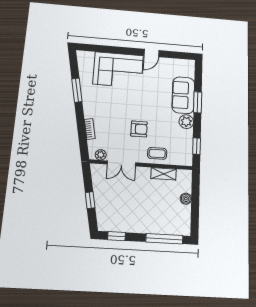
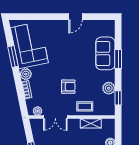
corner sofa: (118, 70) -> (29, 45), moved, turned -102
plant: (90, 111) -> (26, 74), added
plant: (186, 122) -> (109, 88), moved

